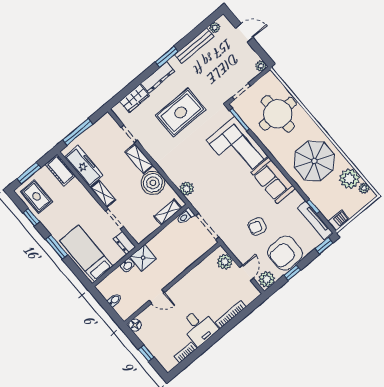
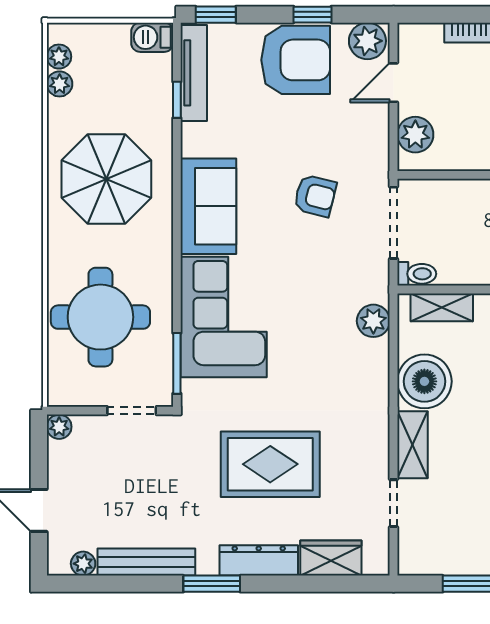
plant: (350, 179) -> (60, 84), width x0.53, depth x0.53
armchair: (257, 226) -> (315, 196), moved

